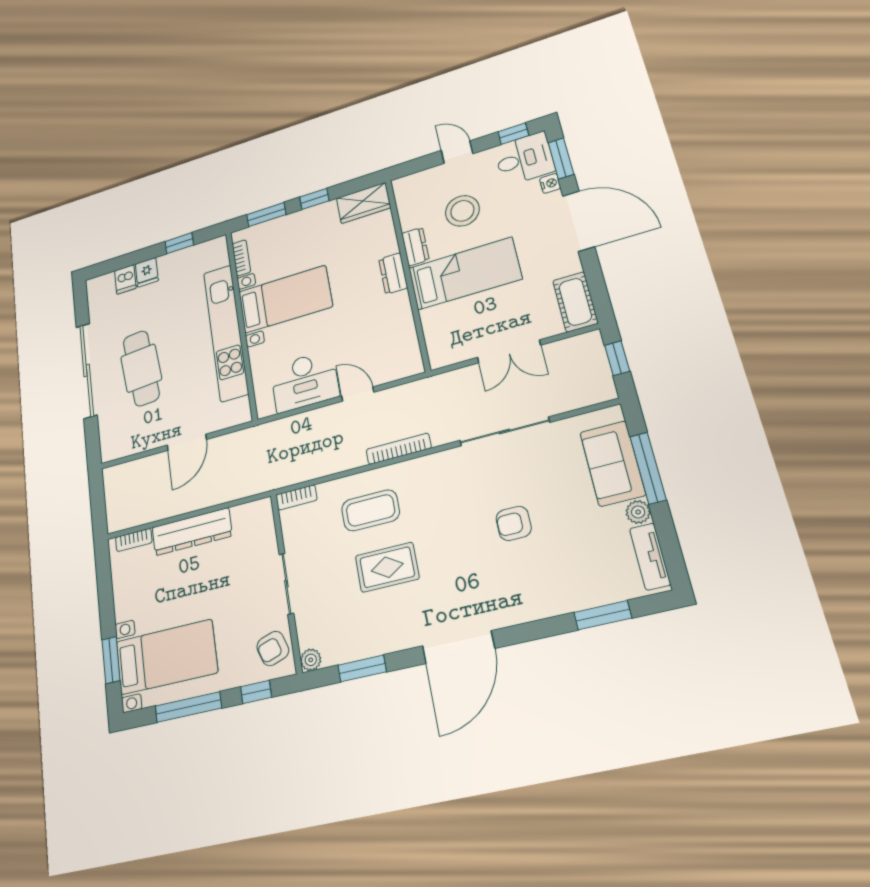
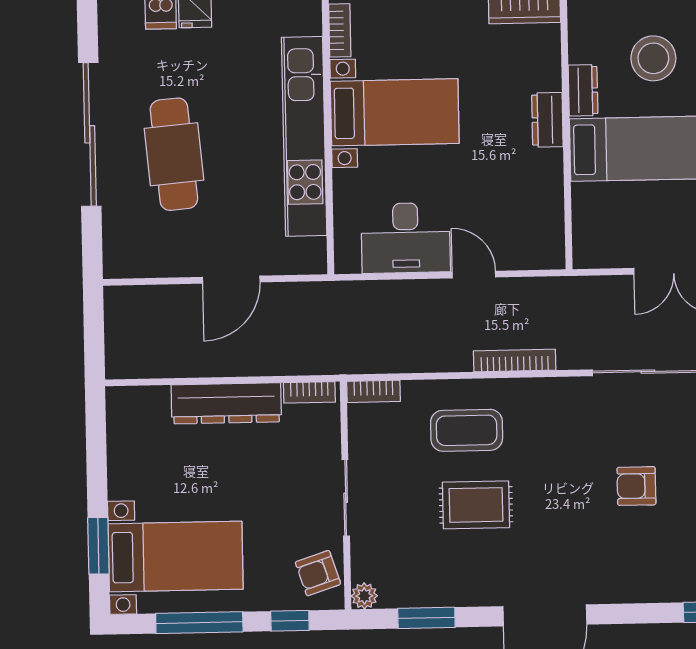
bookcase: (134, 540) -> (309, 392), moved

